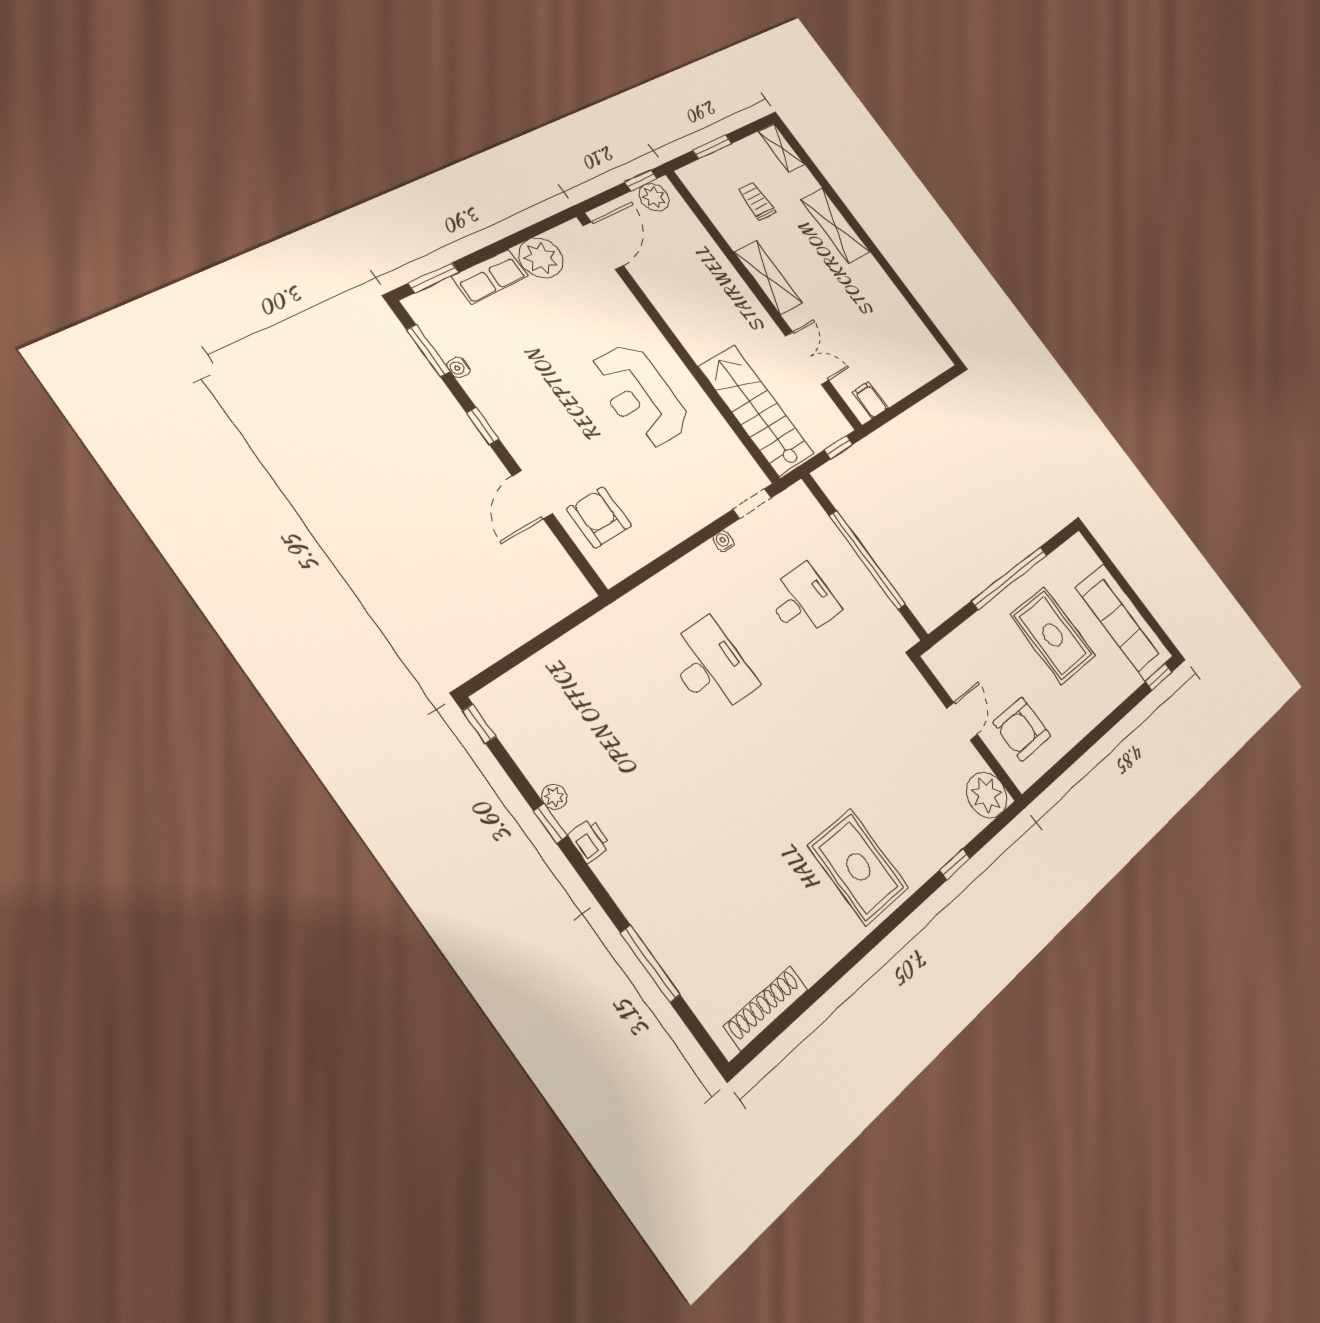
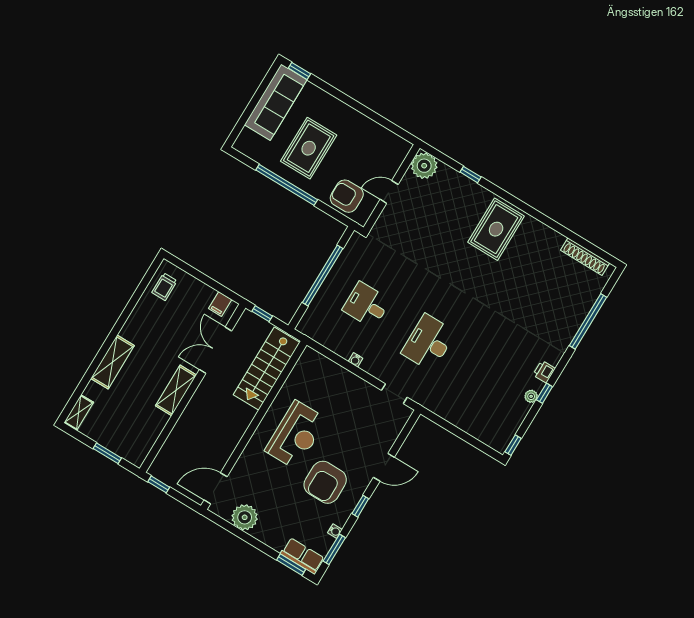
plant: (654, 197) -> (165, 473), removed
trolley: (757, 201) -> (164, 287), moved
row of seats: (490, 276) -> (302, 556), moved
double door: (807, 358) -> (215, 350), width x1.37
doorway: (752, 504) -> (394, 394), moved
armchair: (599, 517) -> (325, 482), moved, width x1.36, depth x1.36
armchair: (1022, 729) -> (347, 196), moved, turned 180
window: (650, 964) -> (588, 321), width x1.46

